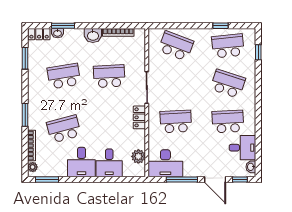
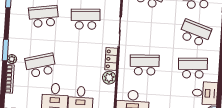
plant: (138, 156) -> (109, 78), moved
plant: (33, 167) -> (12, 59), moved

